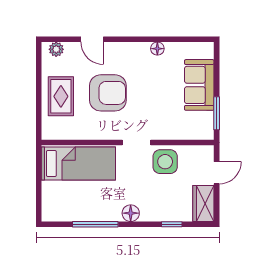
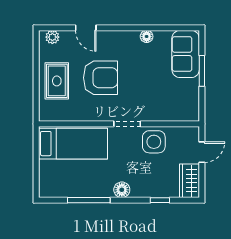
sofa: (199, 85) -> (186, 54), moved
window: (217, 113) -> (202, 71), moved

